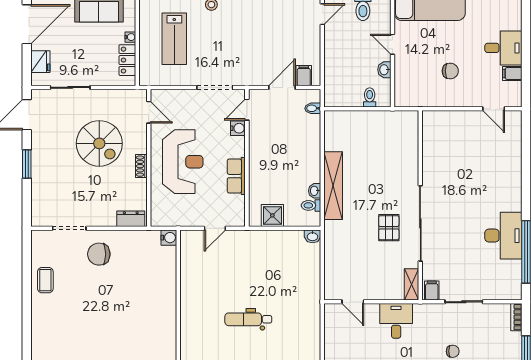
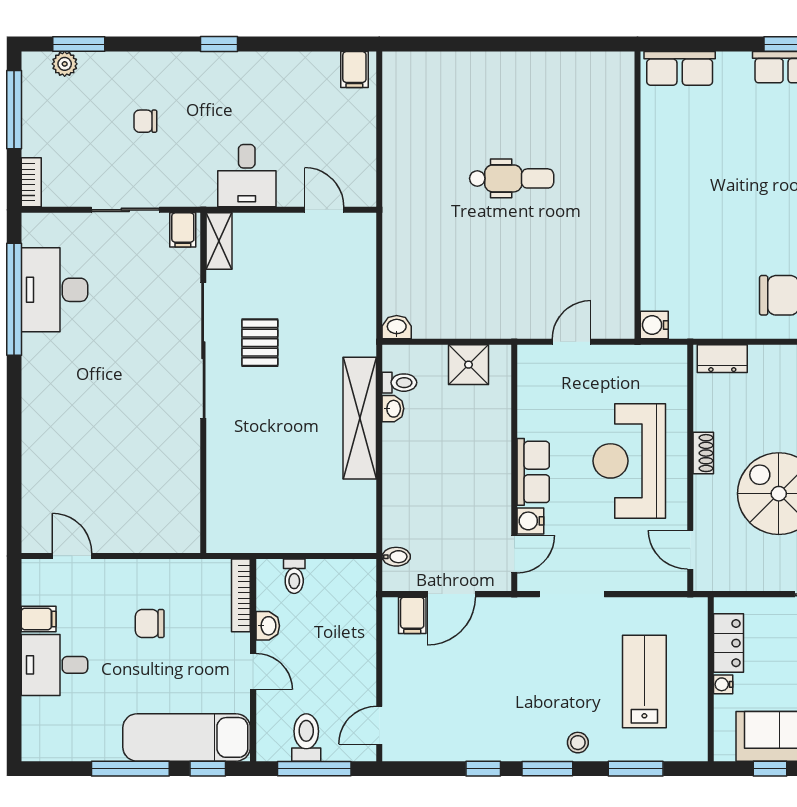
bookcase: (399, 87) -> (241, 595), added
row of seats: (236, 176) -> (533, 472), moved
desk: (503, 236) -> (54, 290), moved

